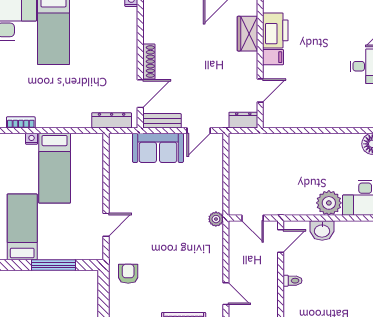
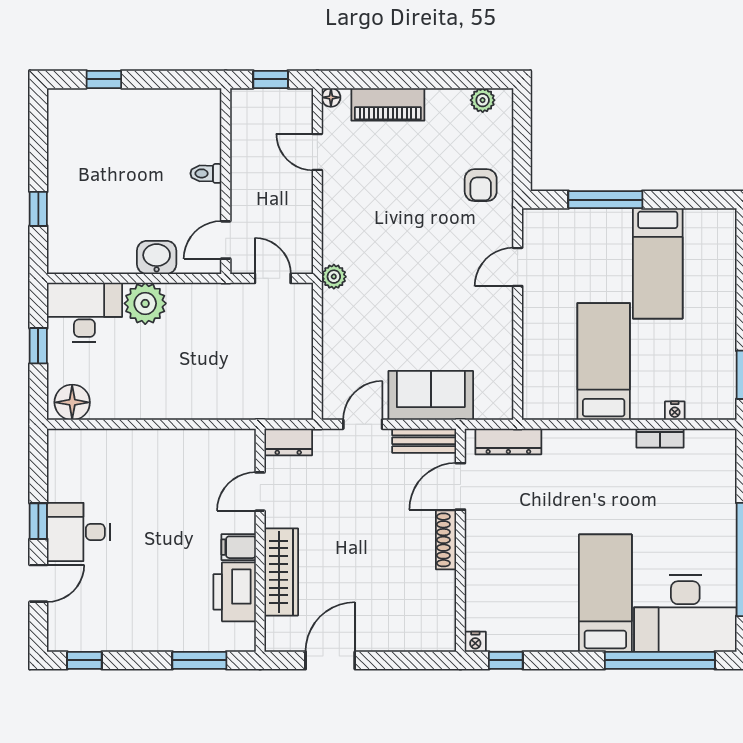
wardrobe: (247, 34) -> (281, 572), width x1.50
nightstand: (32, 139) -> (675, 411), moved

